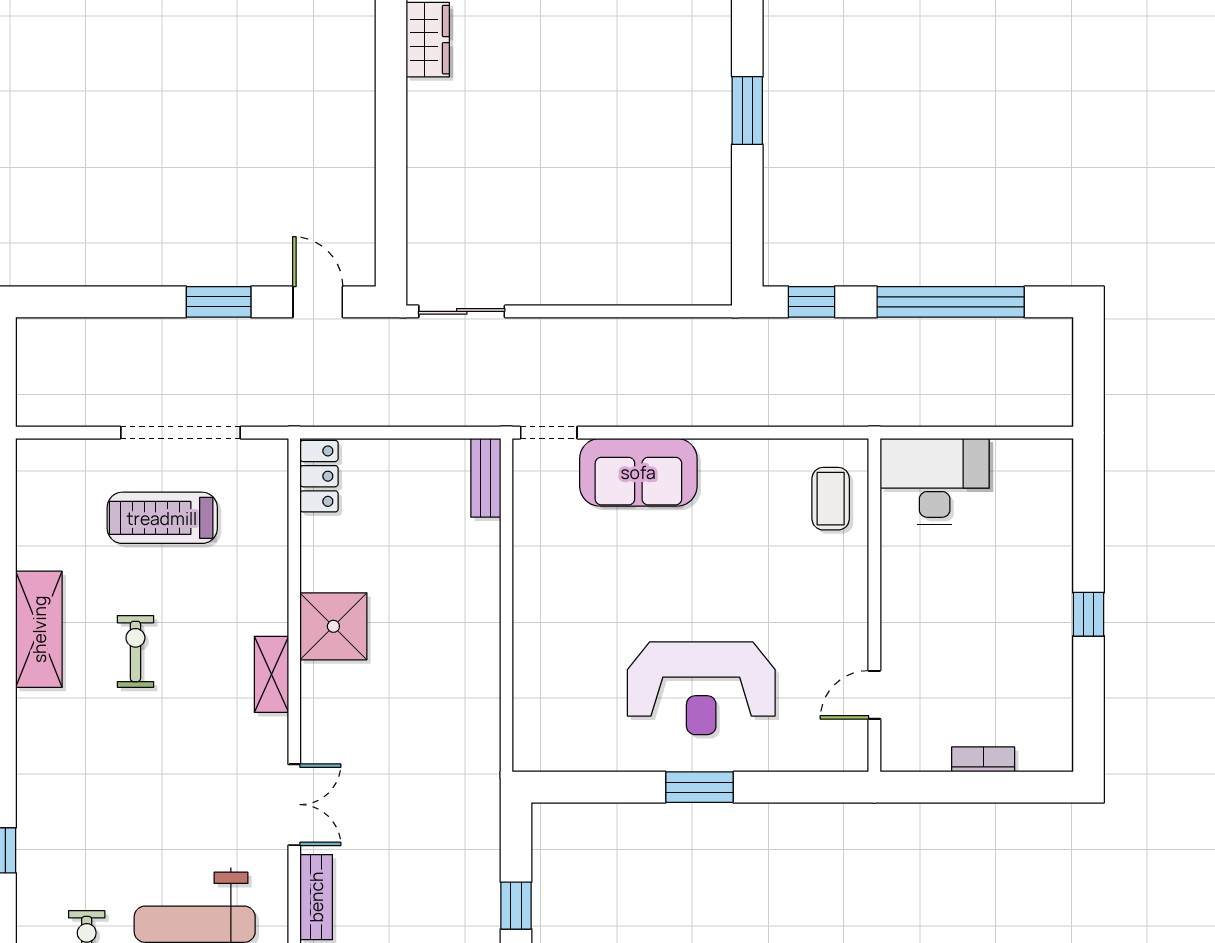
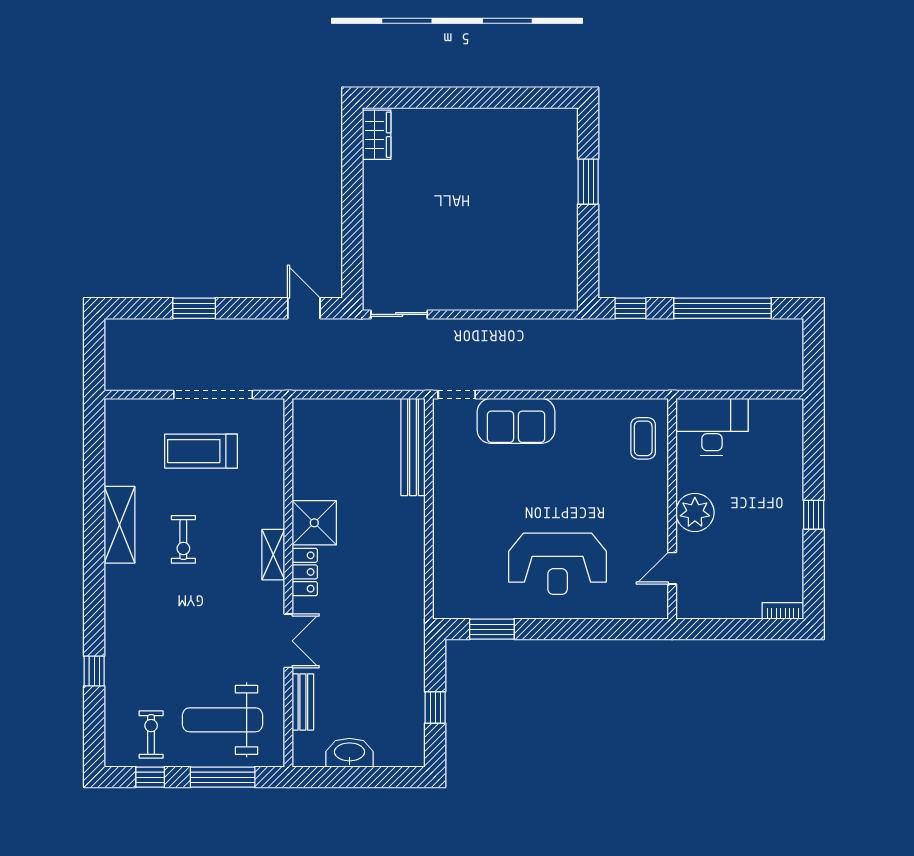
window: (219, 302) -> (194, 308), moved
locker: (319, 476) -> (305, 572), moved
bench: (486, 478) -> (413, 447), width x1.86, depth x1.21
plant: (909, 611) -> (695, 512), added
exercise bike: (135, 651) -> (183, 539), turned 180
bookcase: (983, 759) -> (783, 611), moved
window: (700, 787) -> (492, 629), moved

